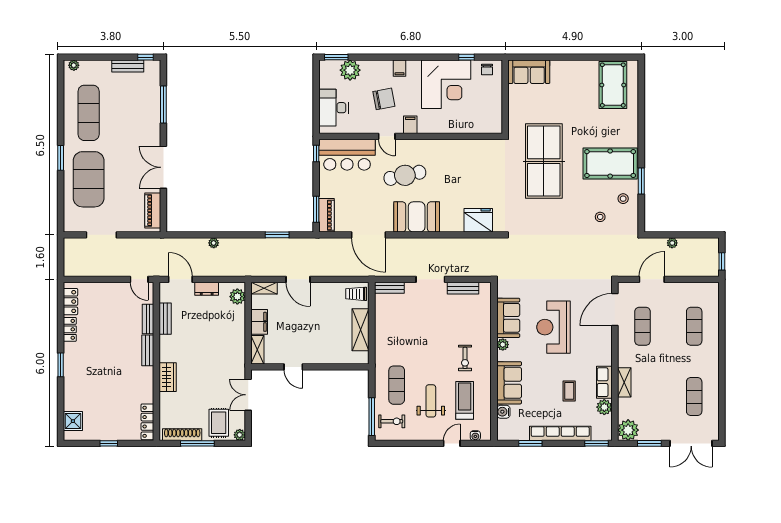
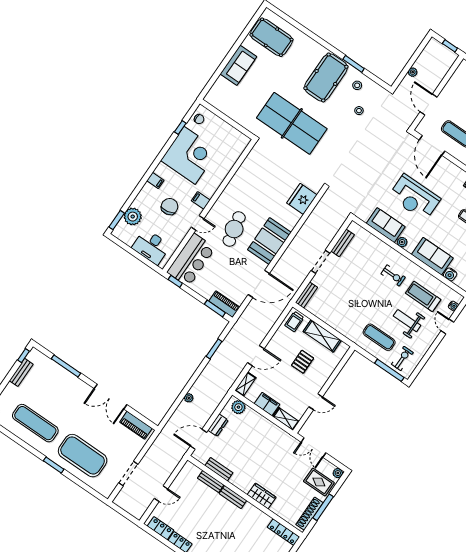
sofa: (529, 72) -> (238, 65), moved
door: (139, 279) -> (161, 494), moved
pallet: (323, 328) -> (303, 362), added

